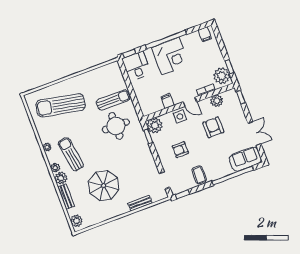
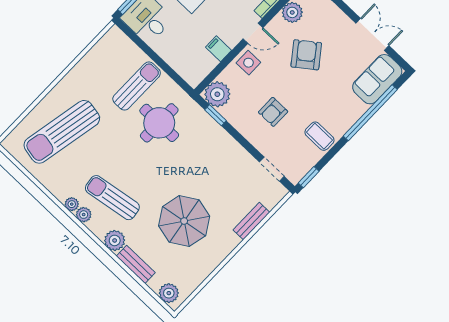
armchair: (213, 127) -> (306, 55), turned 53
plant: (55, 168) -> (84, 215), moved

